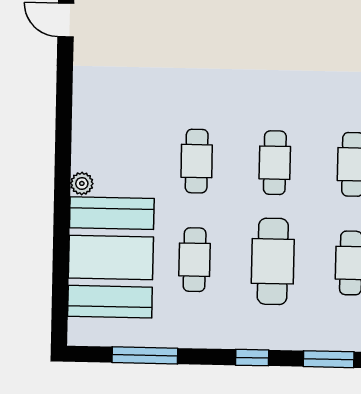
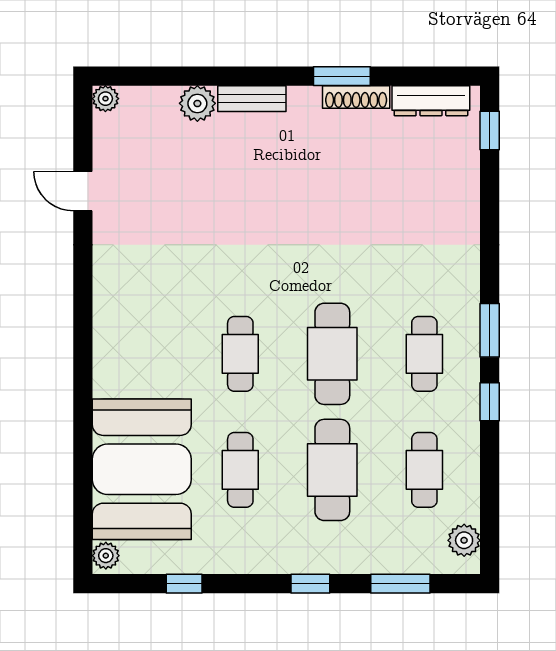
cafe table: (275, 163) -> (332, 354), width x1.37, depth x1.35
plant: (82, 183) -> (106, 556), moved
window: (145, 355) -> (184, 584), width x0.46

